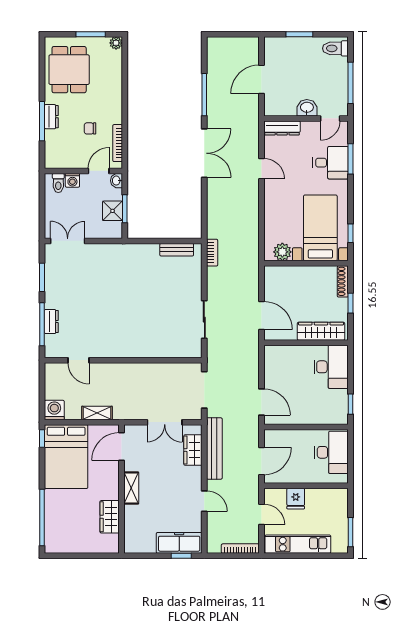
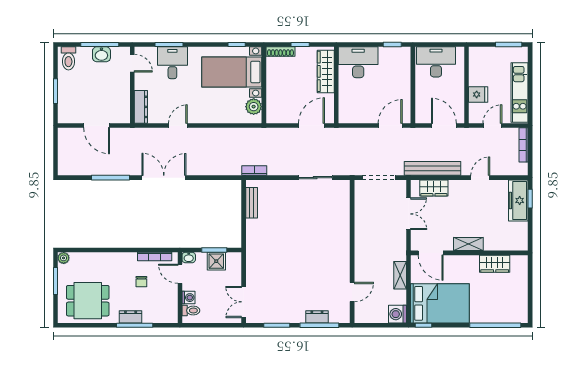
washbasin: (307, 108) -> (101, 54), moved, turned -90

